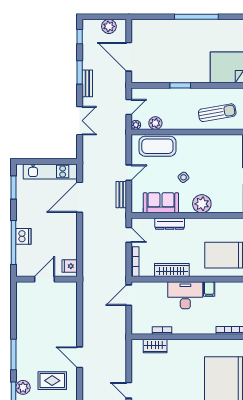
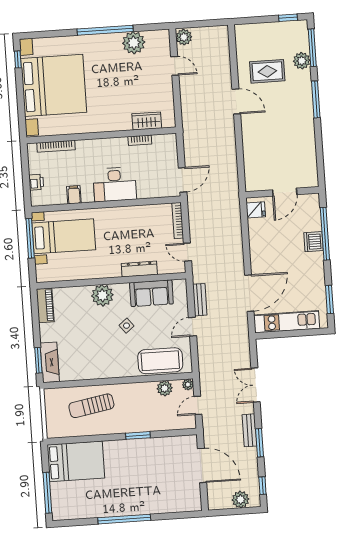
plant: (109, 26) -> (241, 499), moved
wardrobe: (172, 270) -> (133, 214), removed
filing cabinet: (209, 289) -> (74, 195), moved

